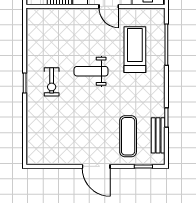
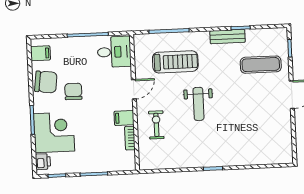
treadmill: (135, 50) -> (175, 62), turned 180
exercise bike: (52, 82) -> (156, 125), moved, turned -90
bench: (158, 135) -> (228, 37), moved

